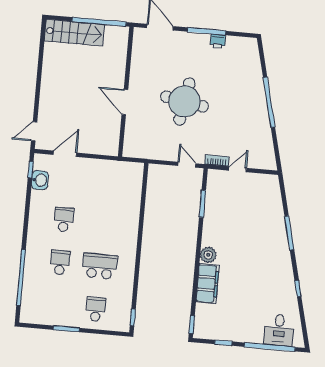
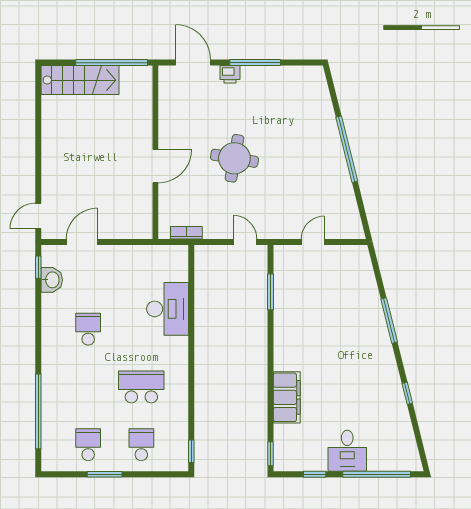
printer: (218, 41) -> (230, 74), moved
round table: (185, 101) -> (234, 158), width x0.73, depth x0.73
door: (125, 102) -> (155, 166), swing flipped
bookcase: (217, 160) -> (186, 233), moved
desk: (124, 210) -> (168, 309), added
plant: (208, 255) -> (284, 359), removed
school desk: (60, 263) -> (88, 445), moved
desk: (279, 330) -> (347, 451), moved

